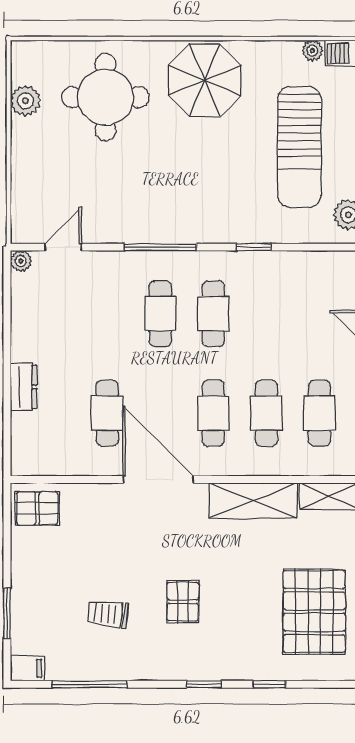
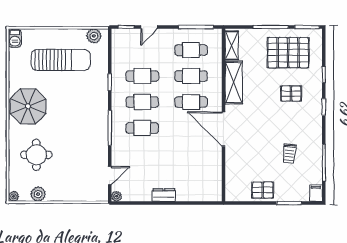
plant: (312, 51) -> (13, 196), moved
round table: (106, 97) -> (36, 155), width x0.73, depth x0.73
door: (63, 247) -> (110, 176), swing flipped
dresser: (24, 387) -> (164, 195), moved
cafe table: (107, 413) -> (142, 76), moved
door: (158, 480) -> (224, 129), hinge flipped
pallet: (37, 508) -> (263, 190), moved, turned 90
pallet: (183, 602) -> (291, 93), moved

